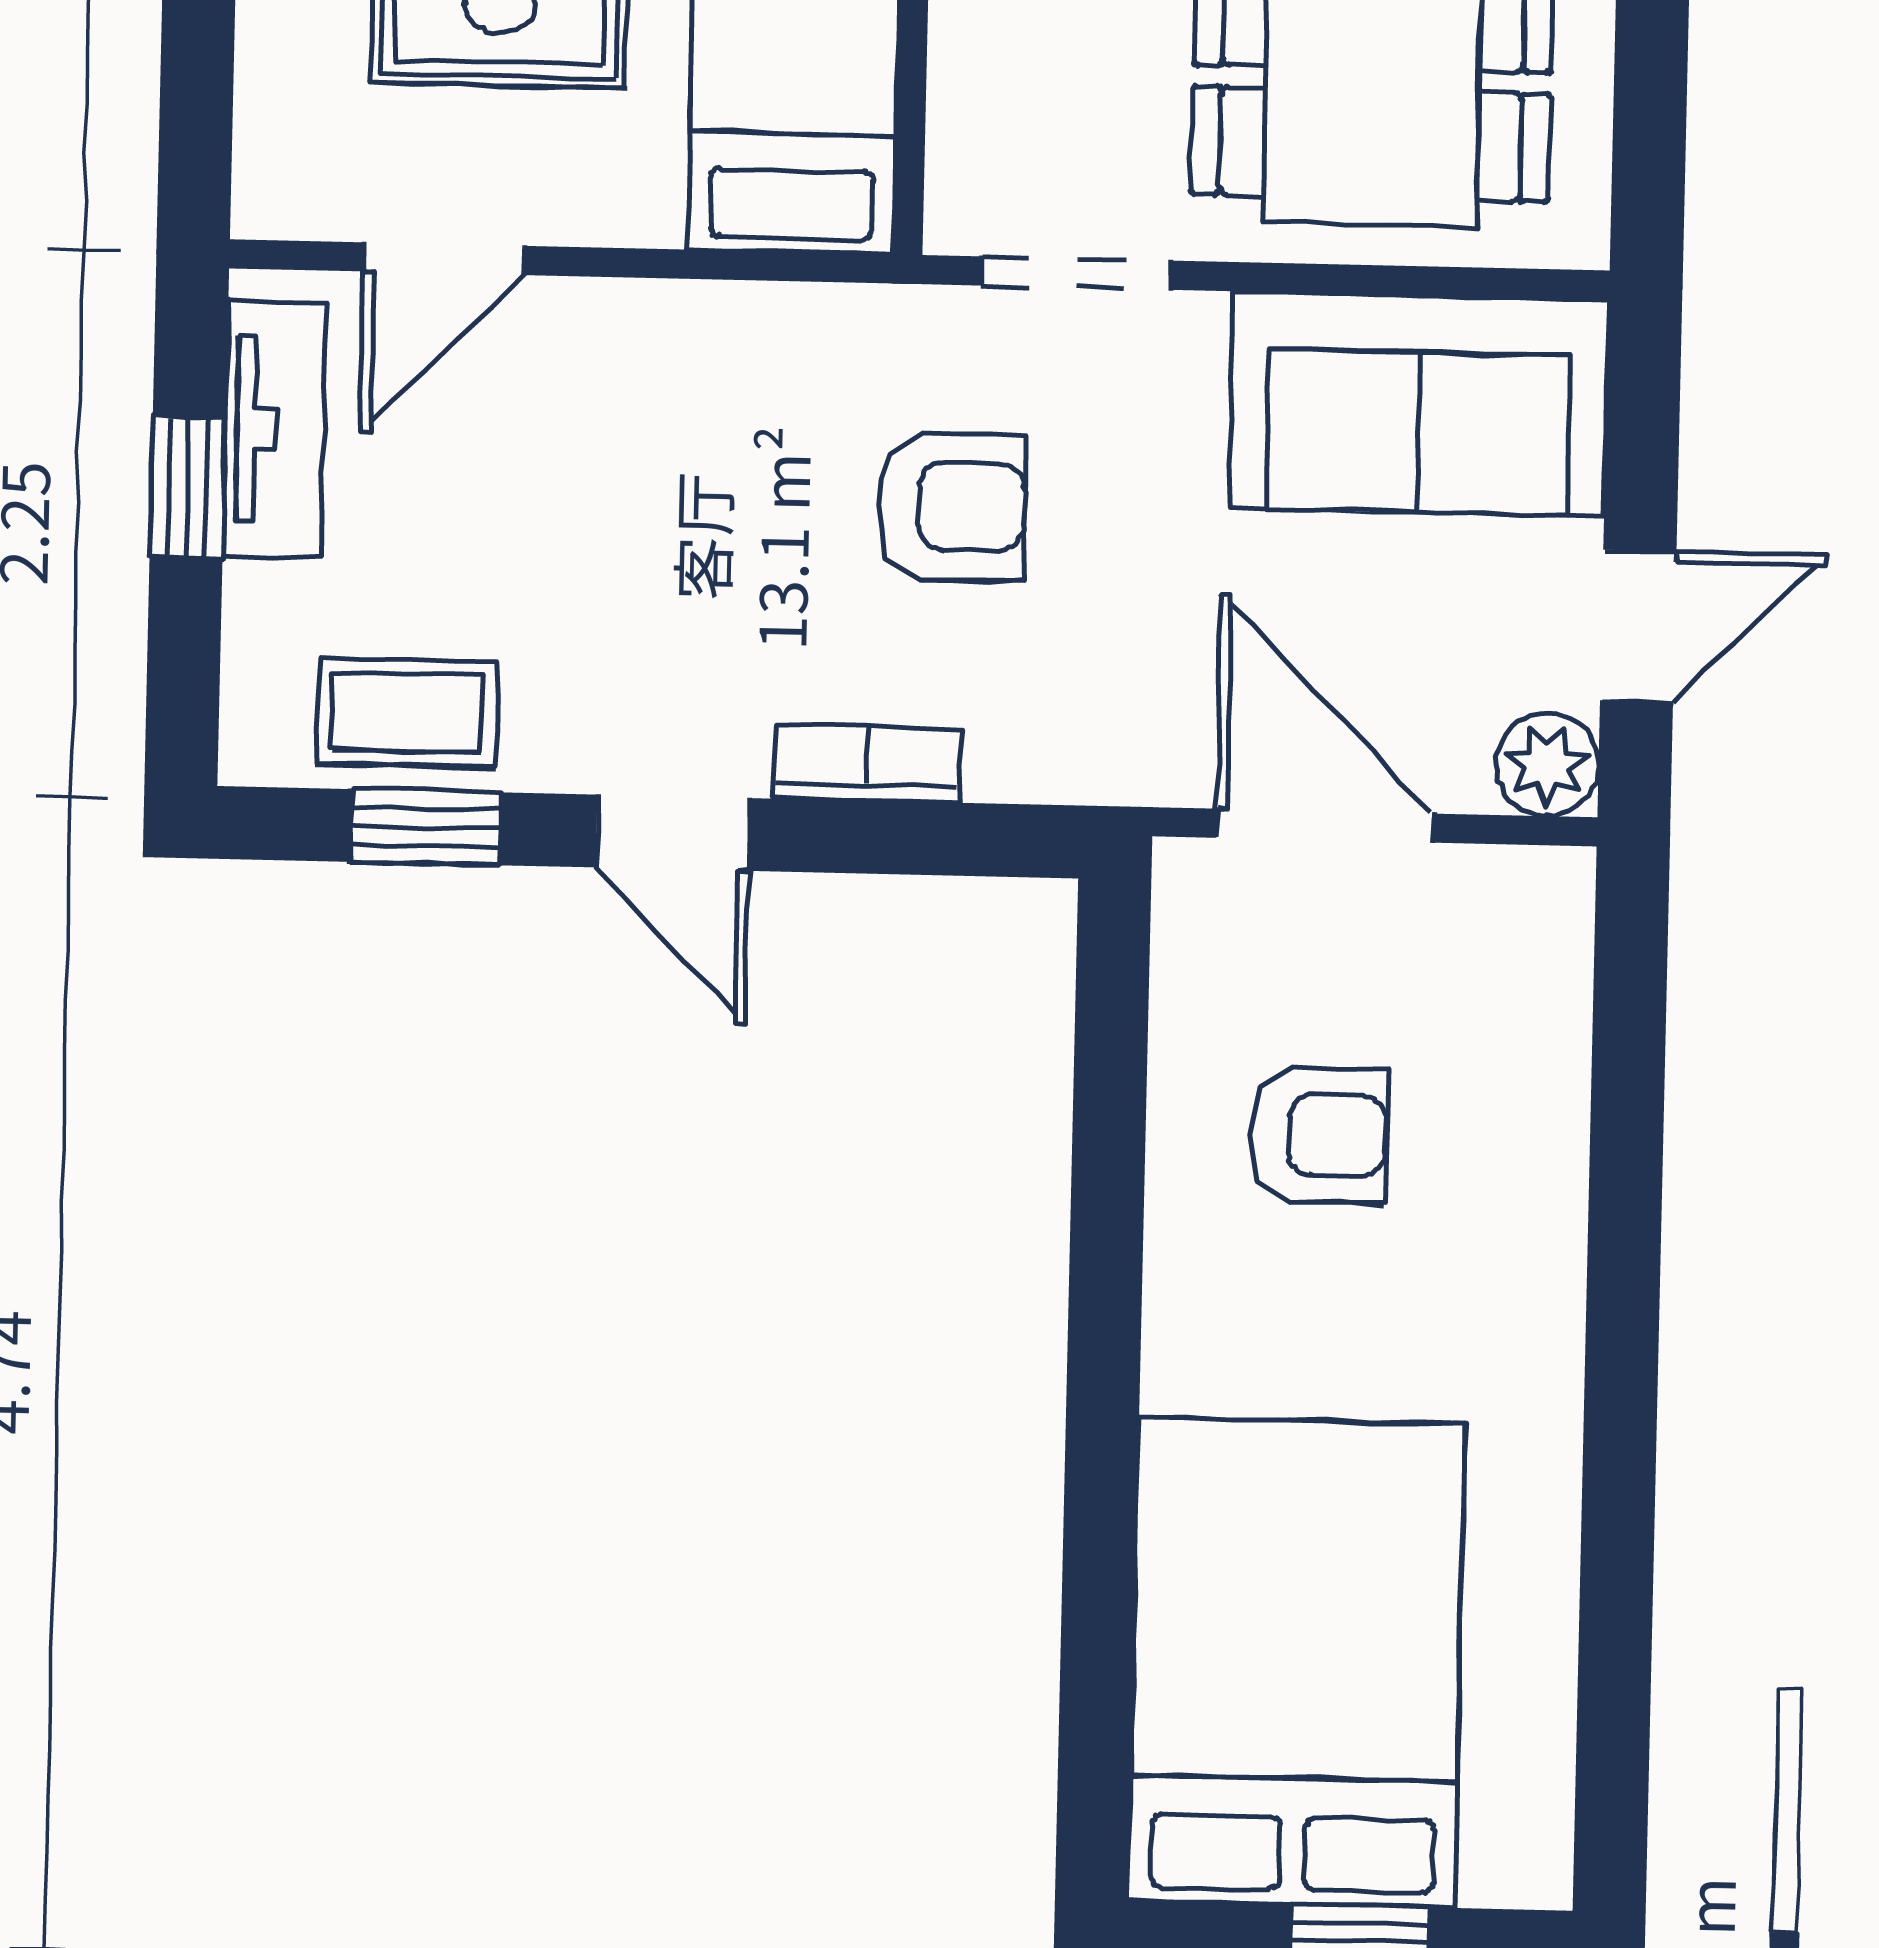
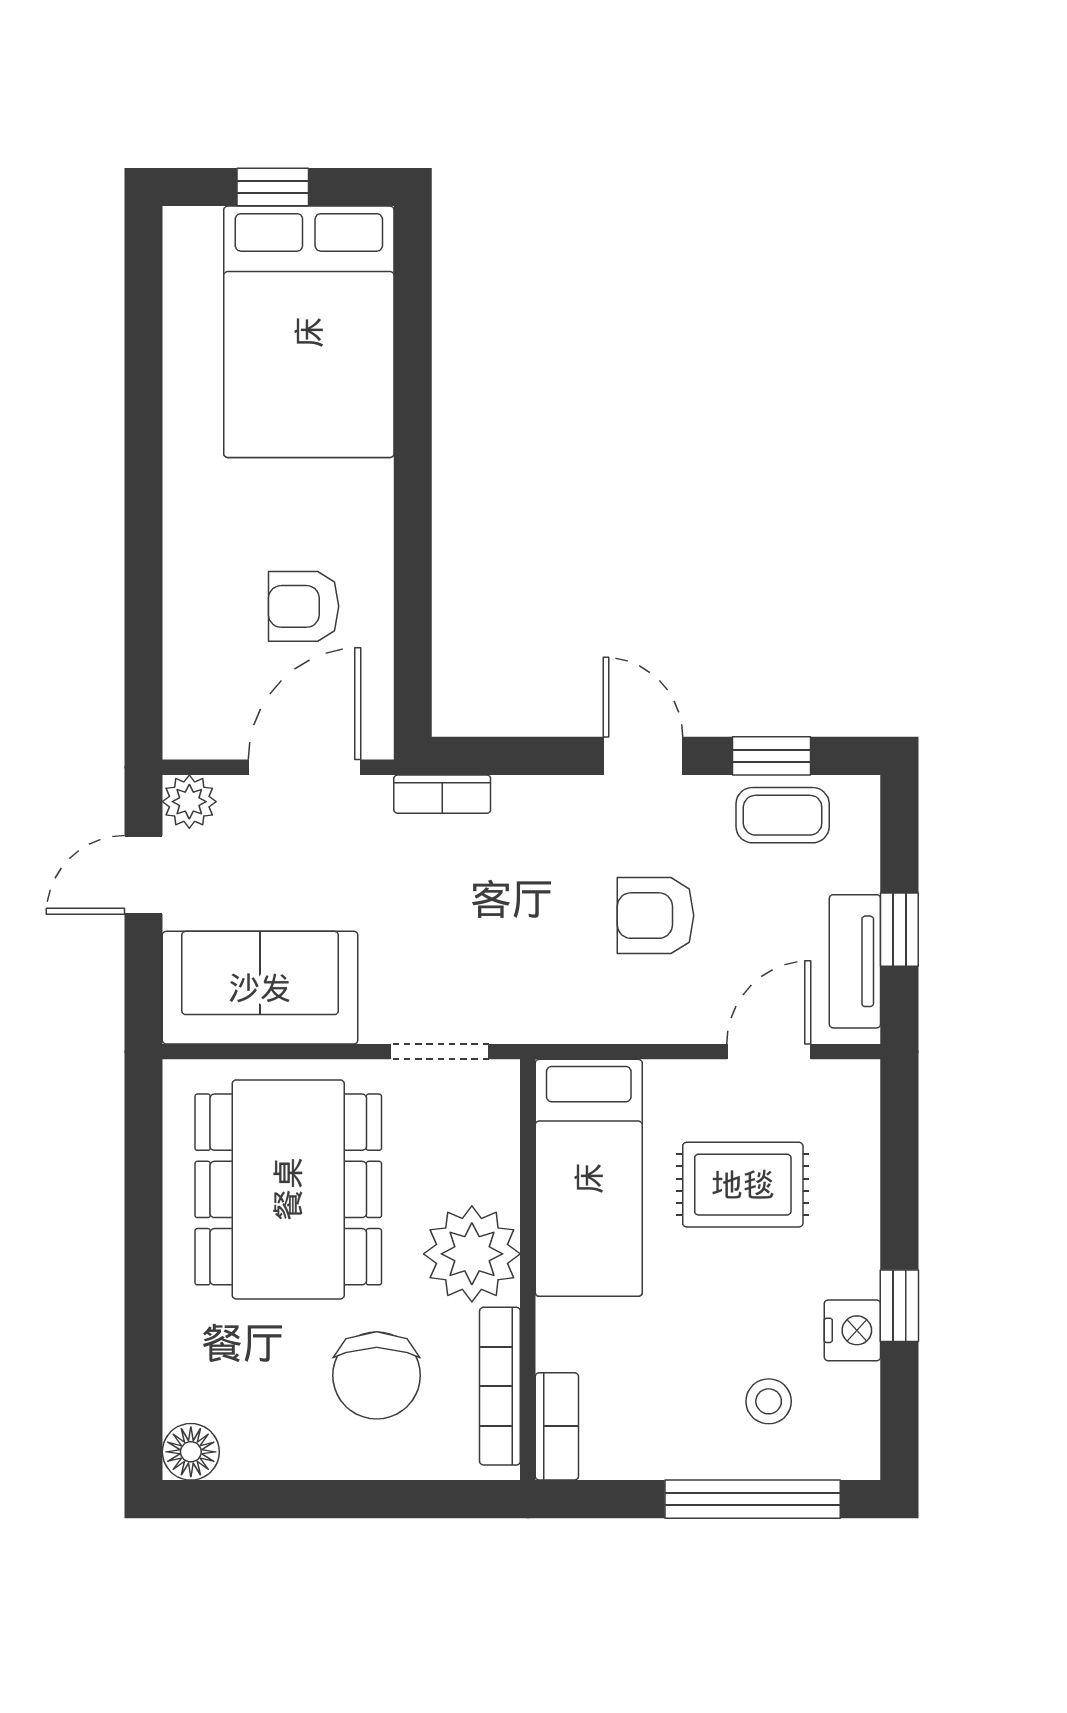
armchair: (951, 506) -> (656, 916), moved
bookcase: (867, 764) -> (442, 794), moved
door: (1324, 826) -> (304, 767), swing flipped

